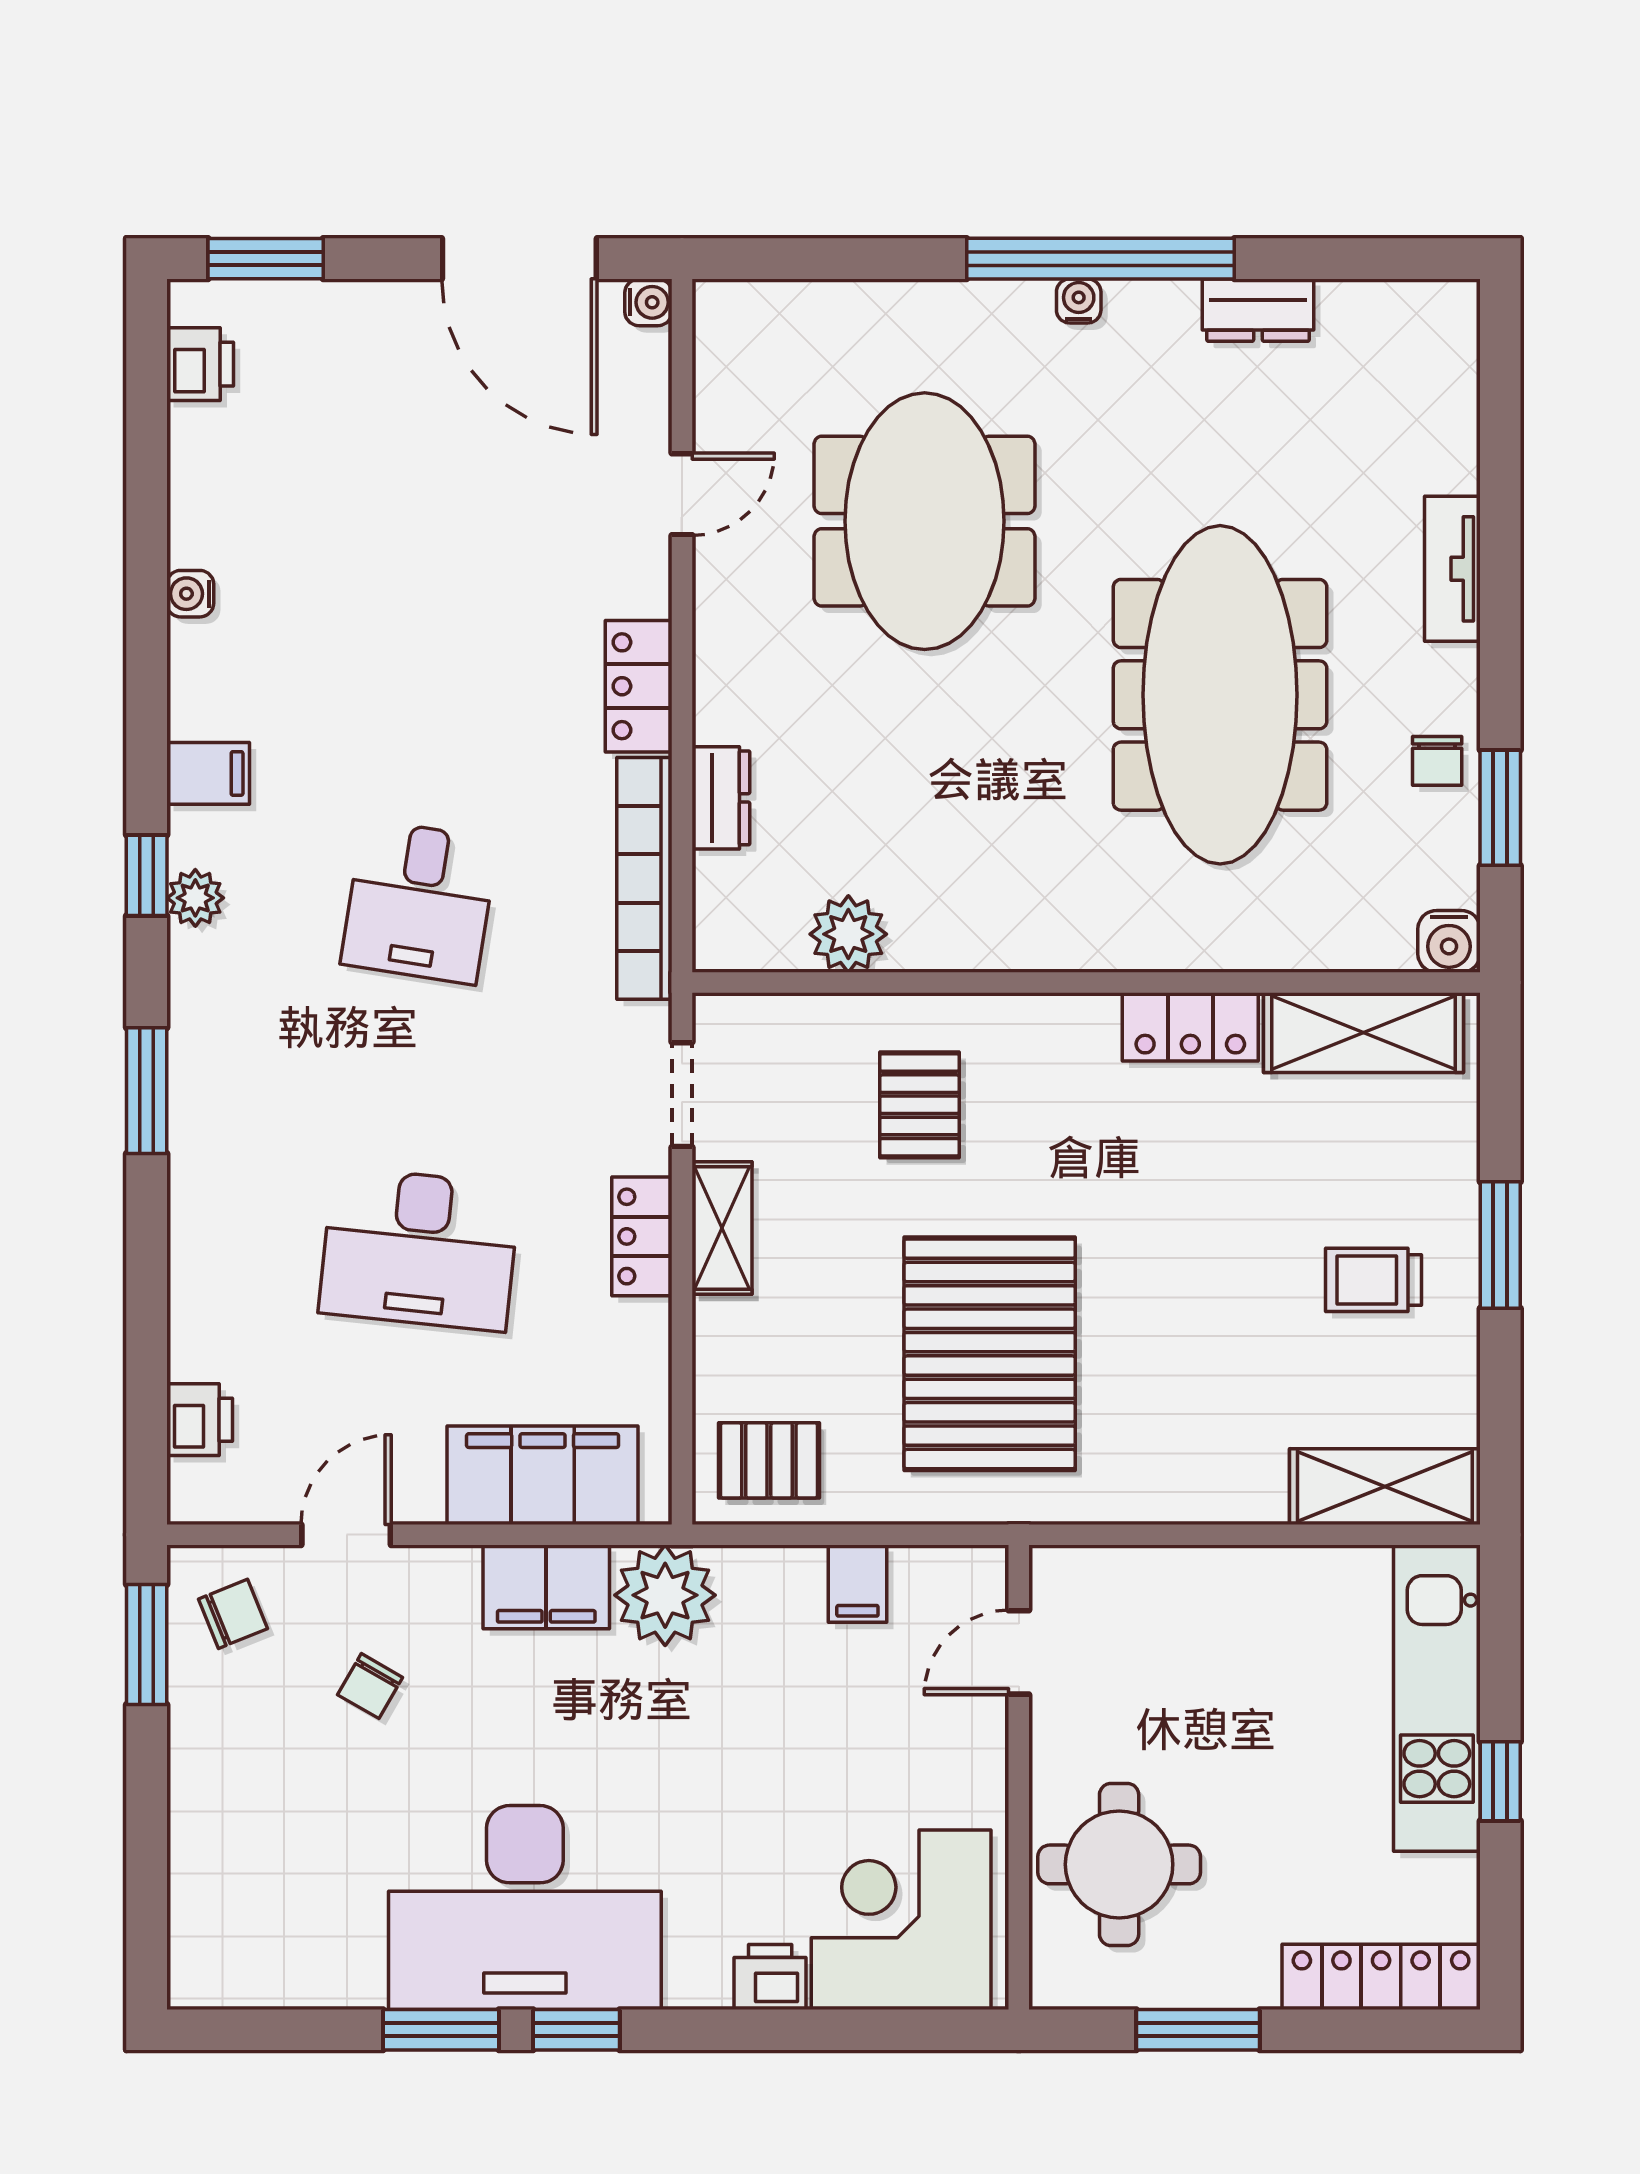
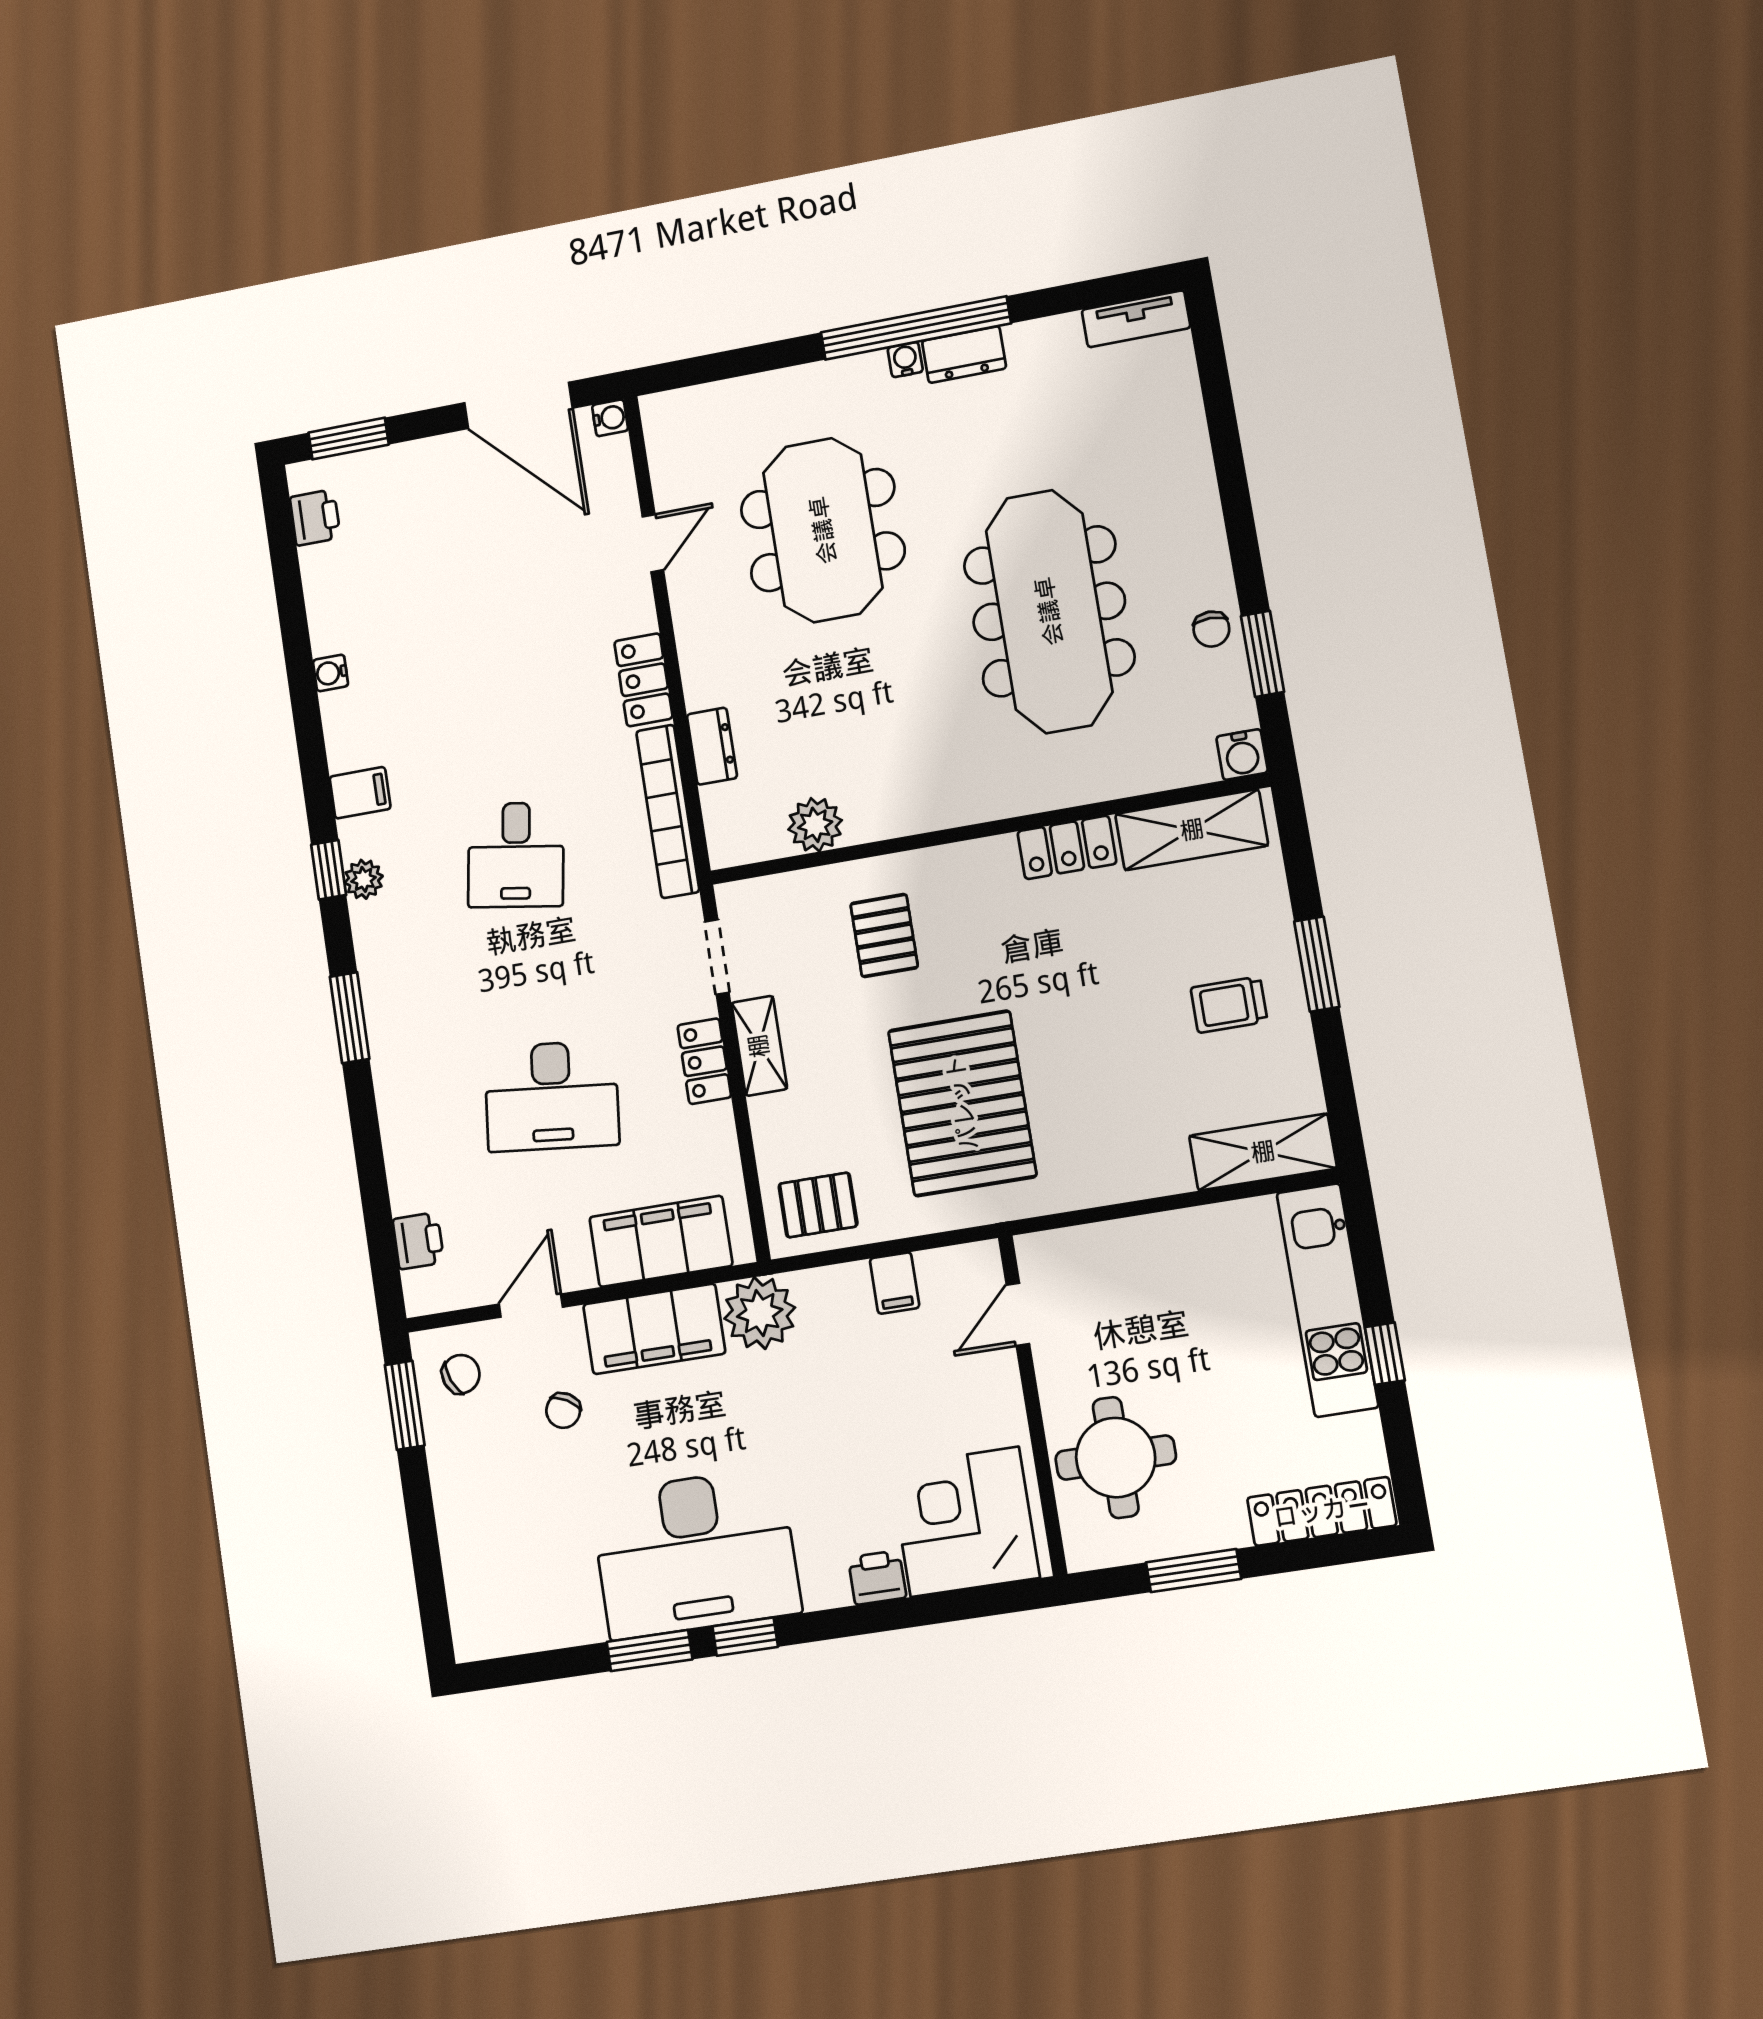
dresser: (1258, 310) -> (964, 355), moved
tv unit: (1452, 569) -> (1136, 319), moved, turned -90
filing cabinet: (546, 1587) -> (654, 1329), width x1.50, depth x1.17

